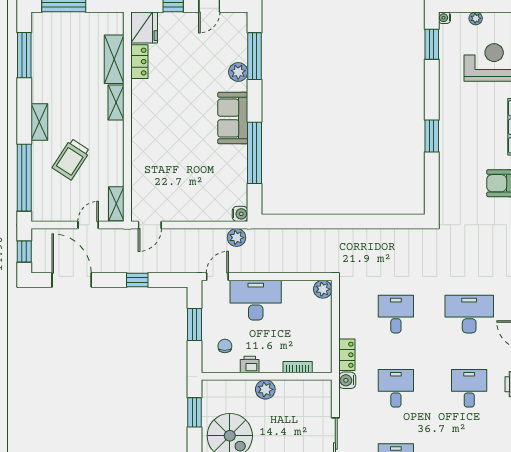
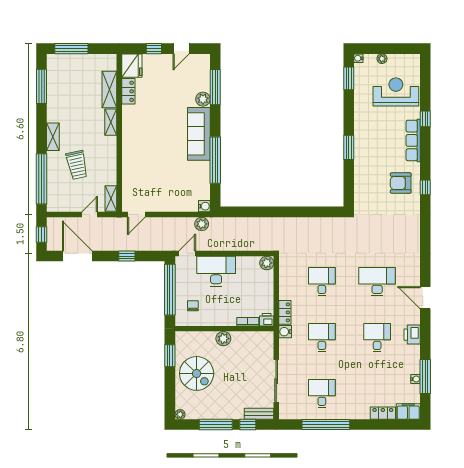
sofa: (233, 118) -> (199, 134), width x1.36
trolley: (71, 159) -> (77, 165), turned -45
window: (194, 325) -> (170, 290), width x2.11
printer: (250, 364) -> (267, 320), moved

